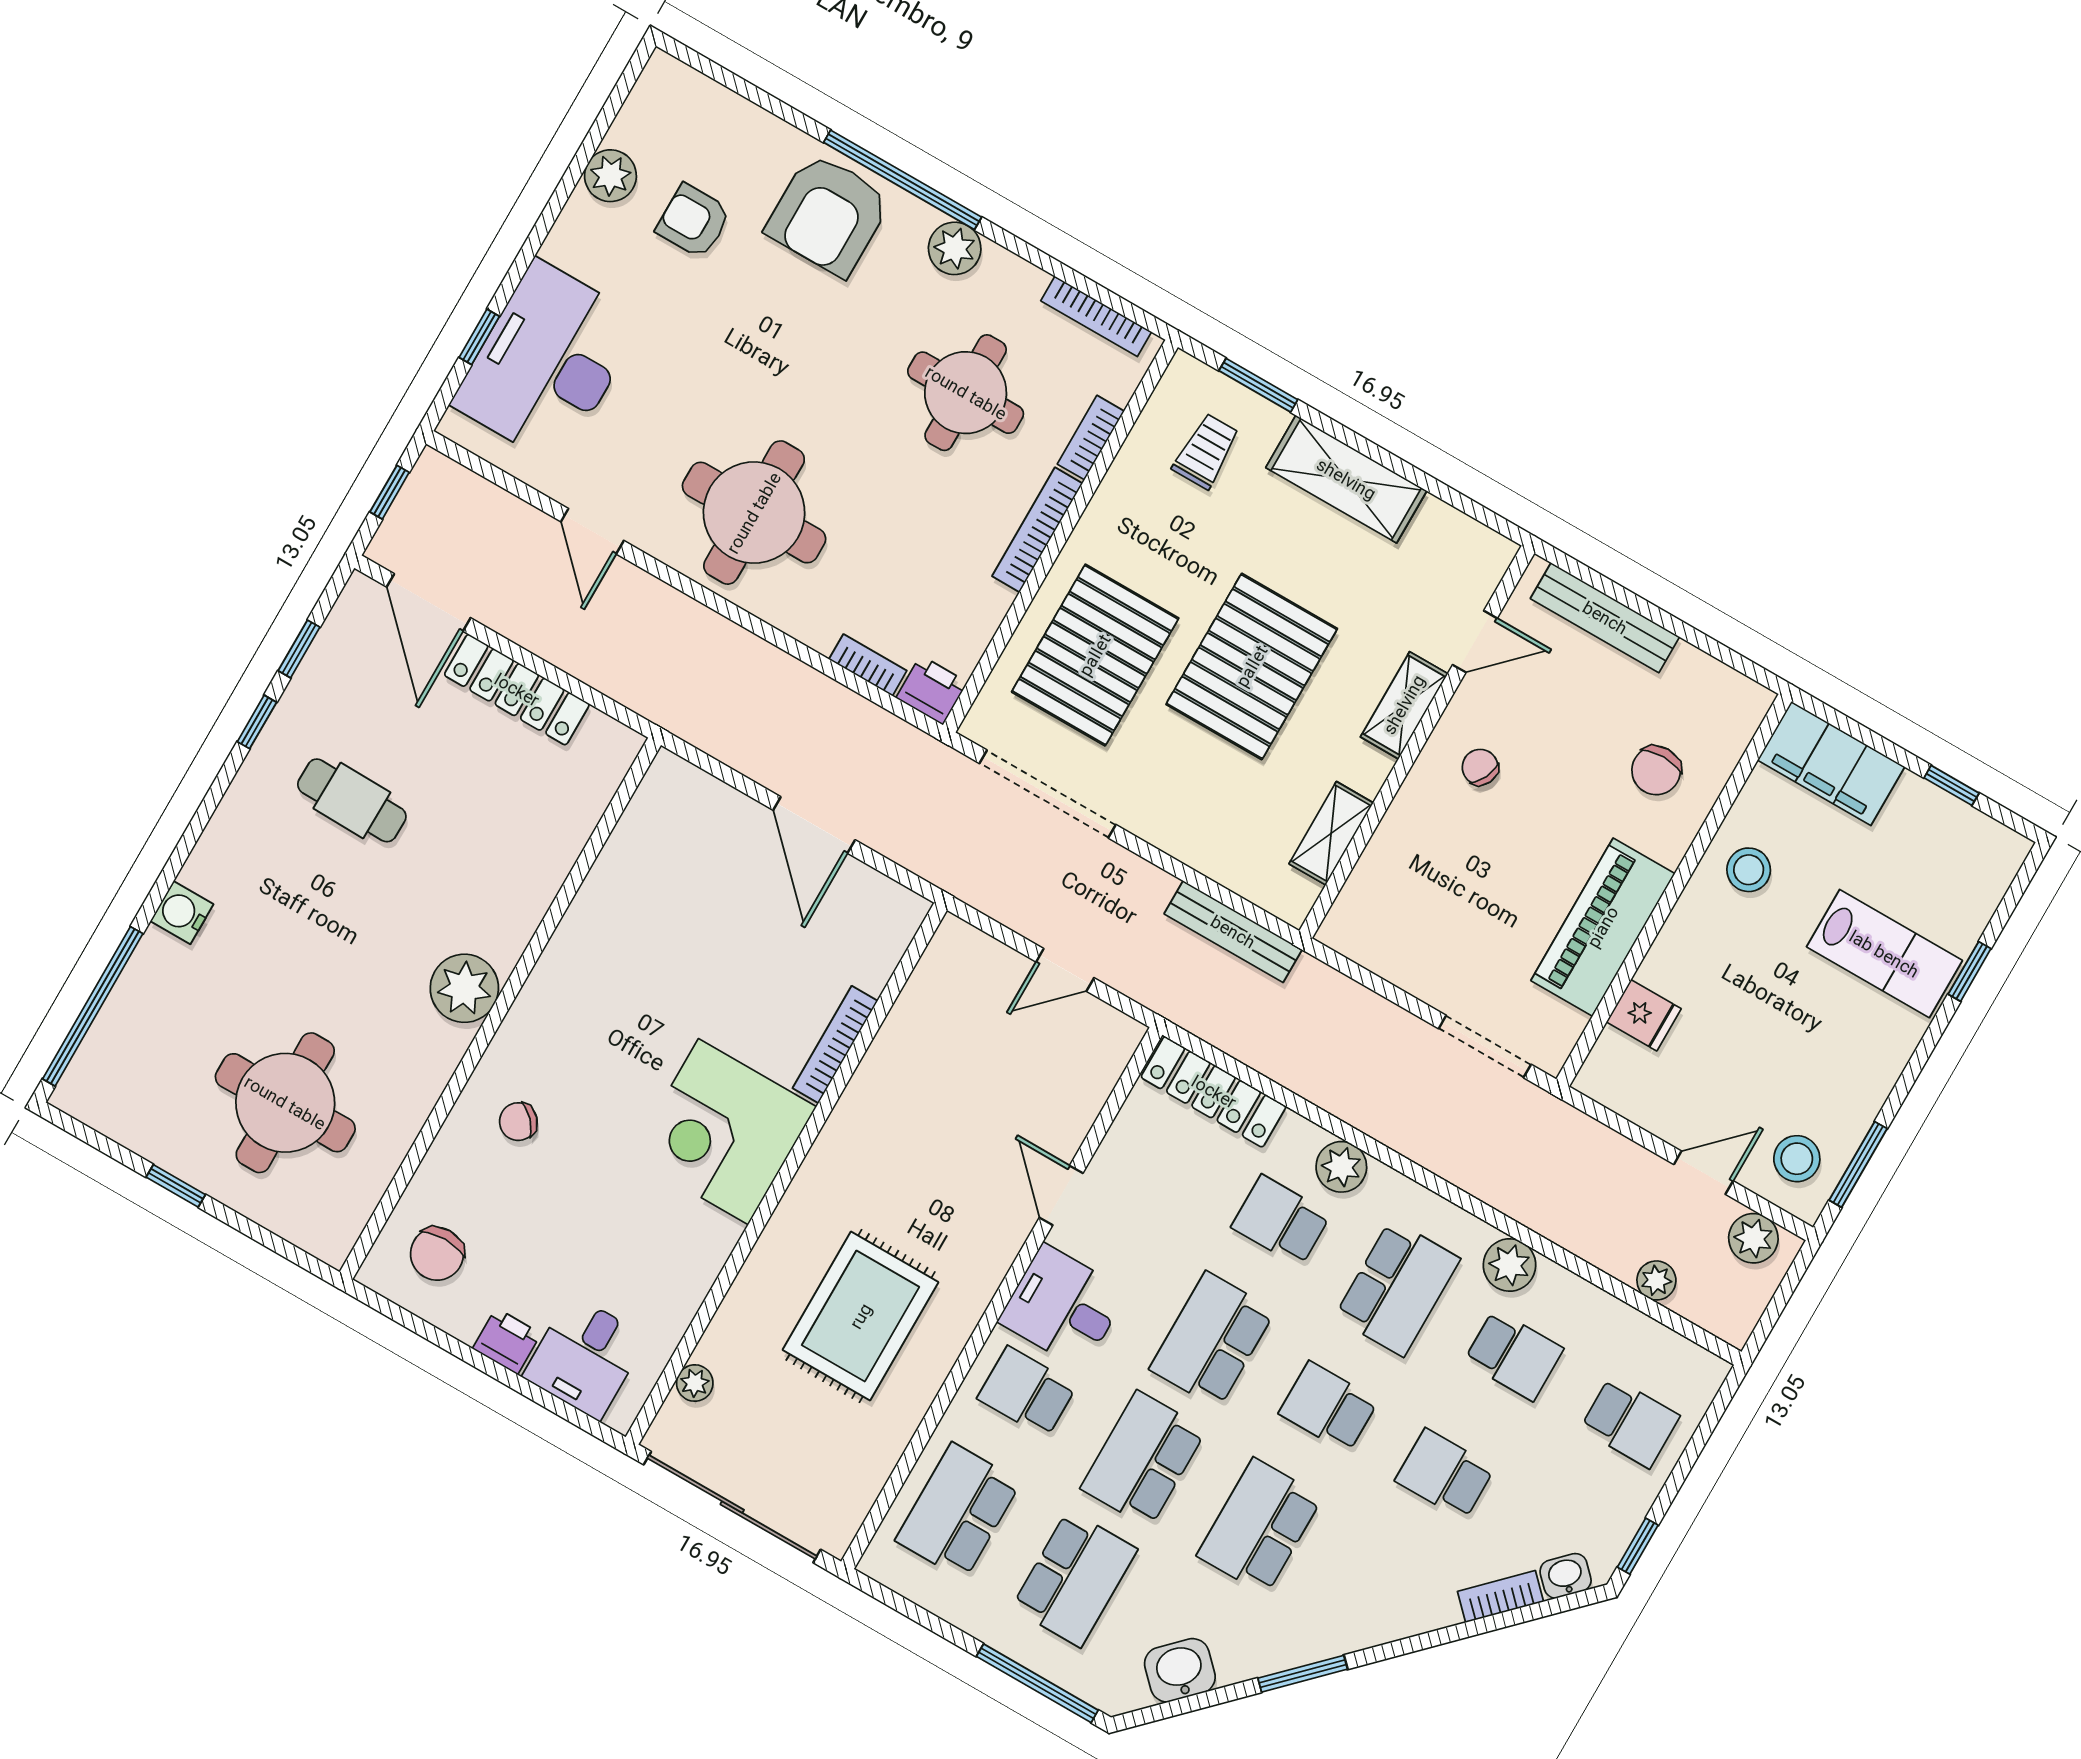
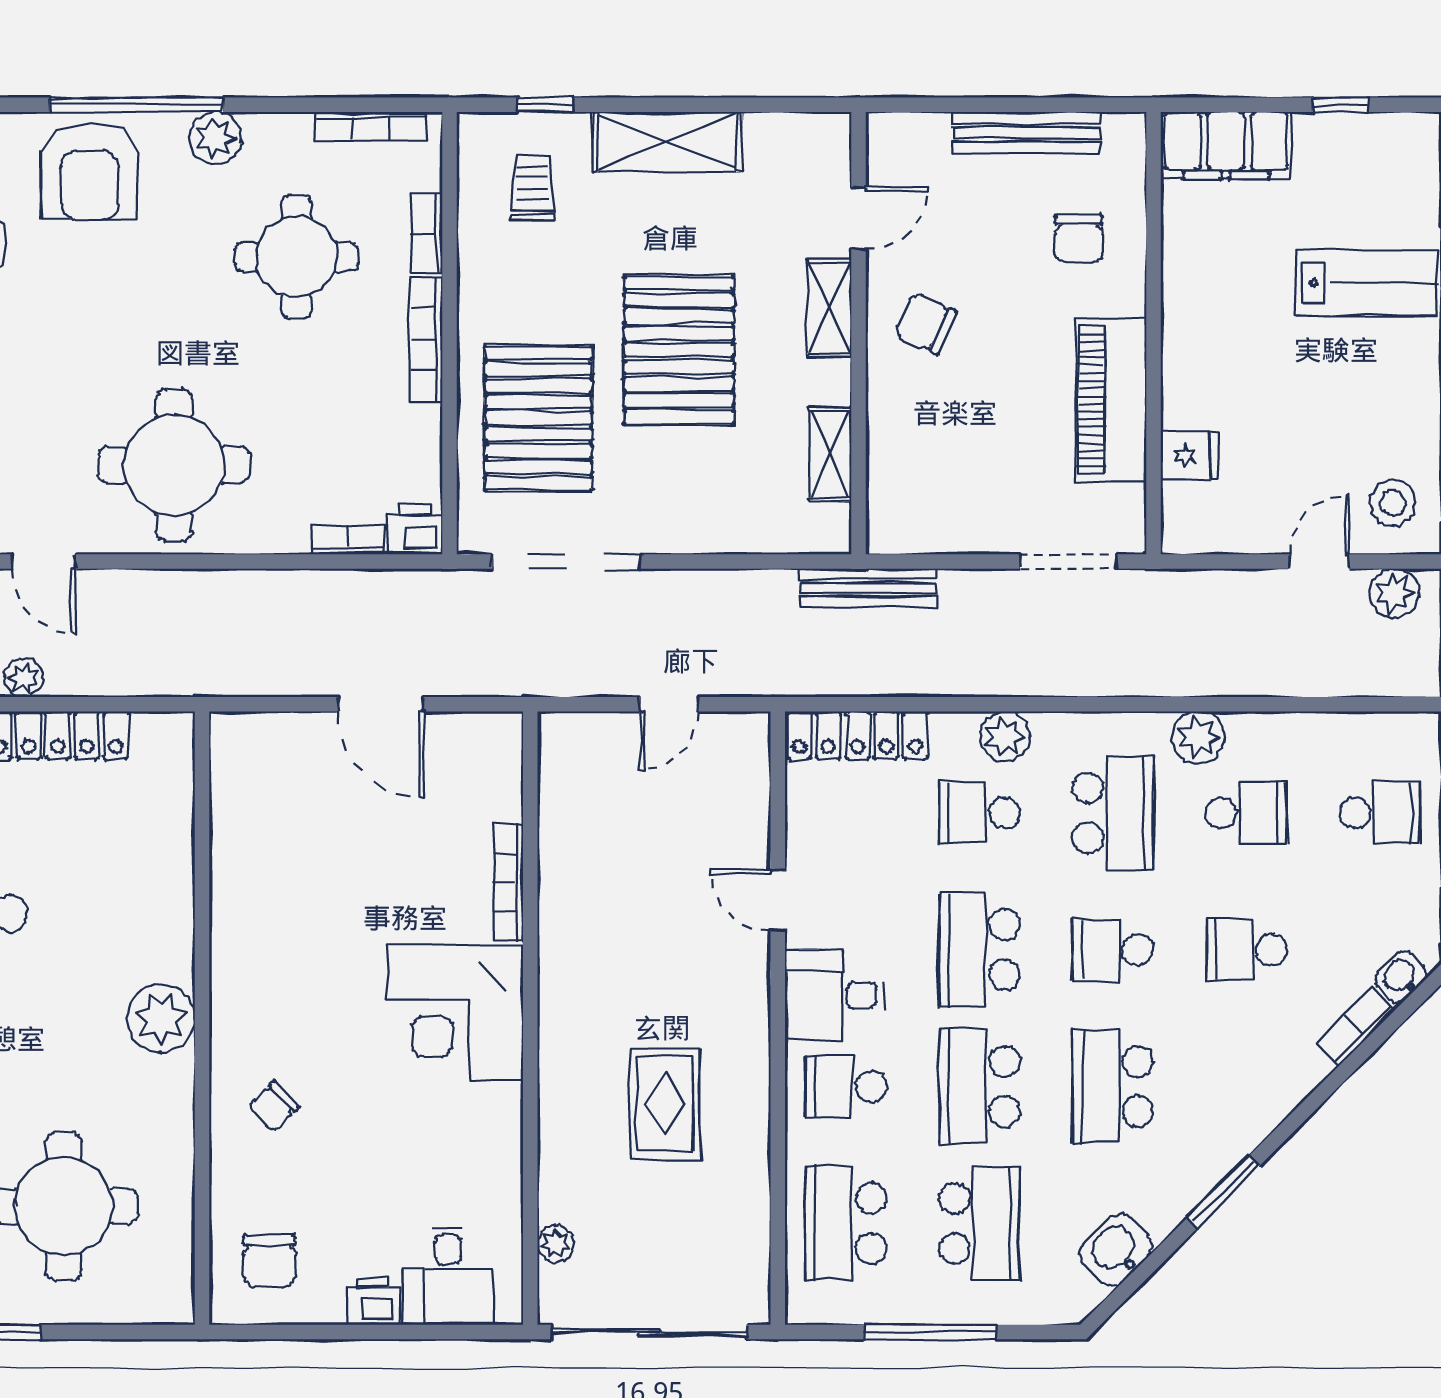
window: (1258, 385) -> (545, 105), width x0.67
bench: (1605, 618) -> (1026, 133), moved
chair: (1480, 767) -> (926, 323), width x1.37, depth x1.37
stool: (1749, 870) -> (1208, 278), removed
bench: (1233, 932) -> (868, 588), moved
plant: (1656, 1280) -> (24, 678), moved
rug: (861, 1316) -> (665, 1104), width x0.73, depth x0.70
window: (1037, 1683) -> (930, 1332), moved

